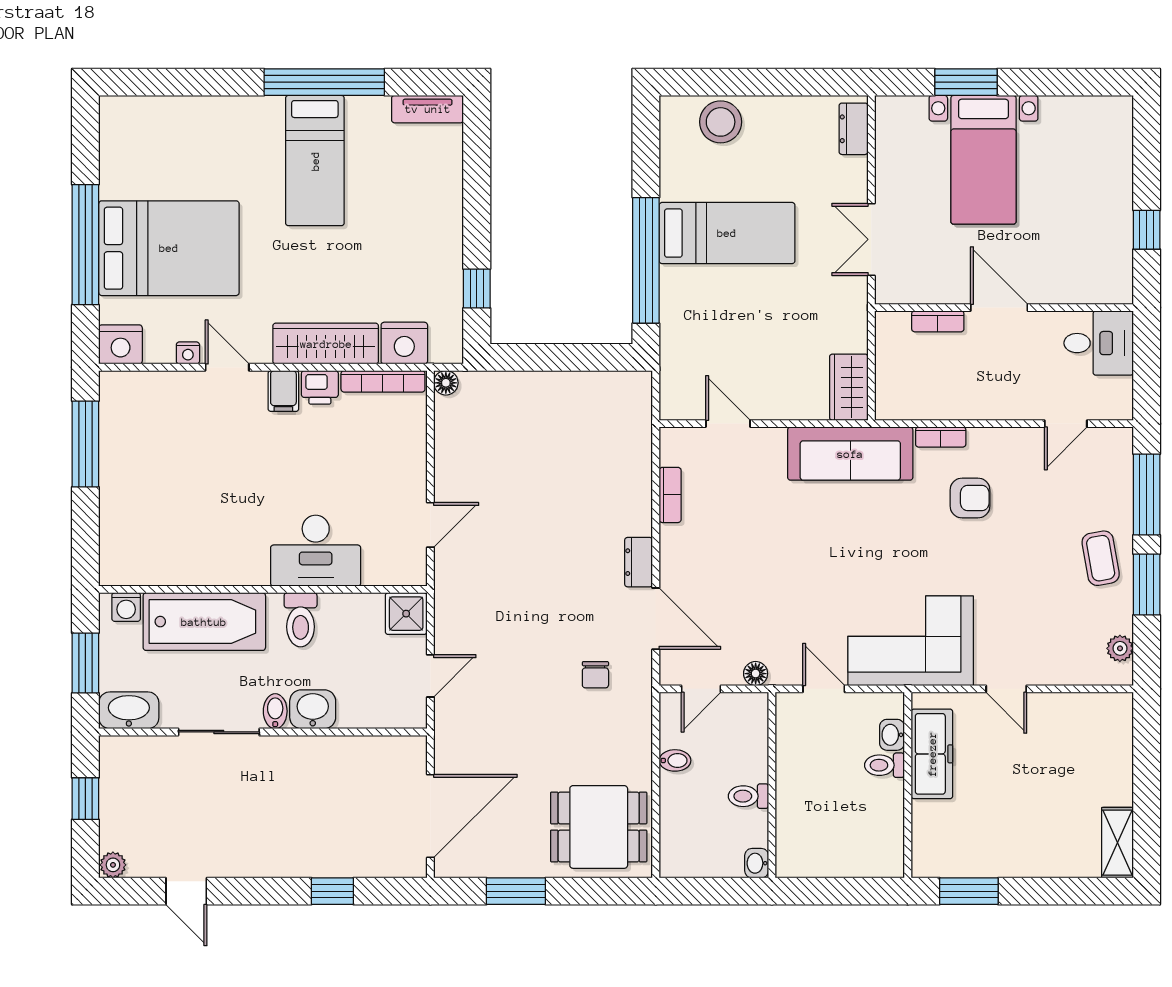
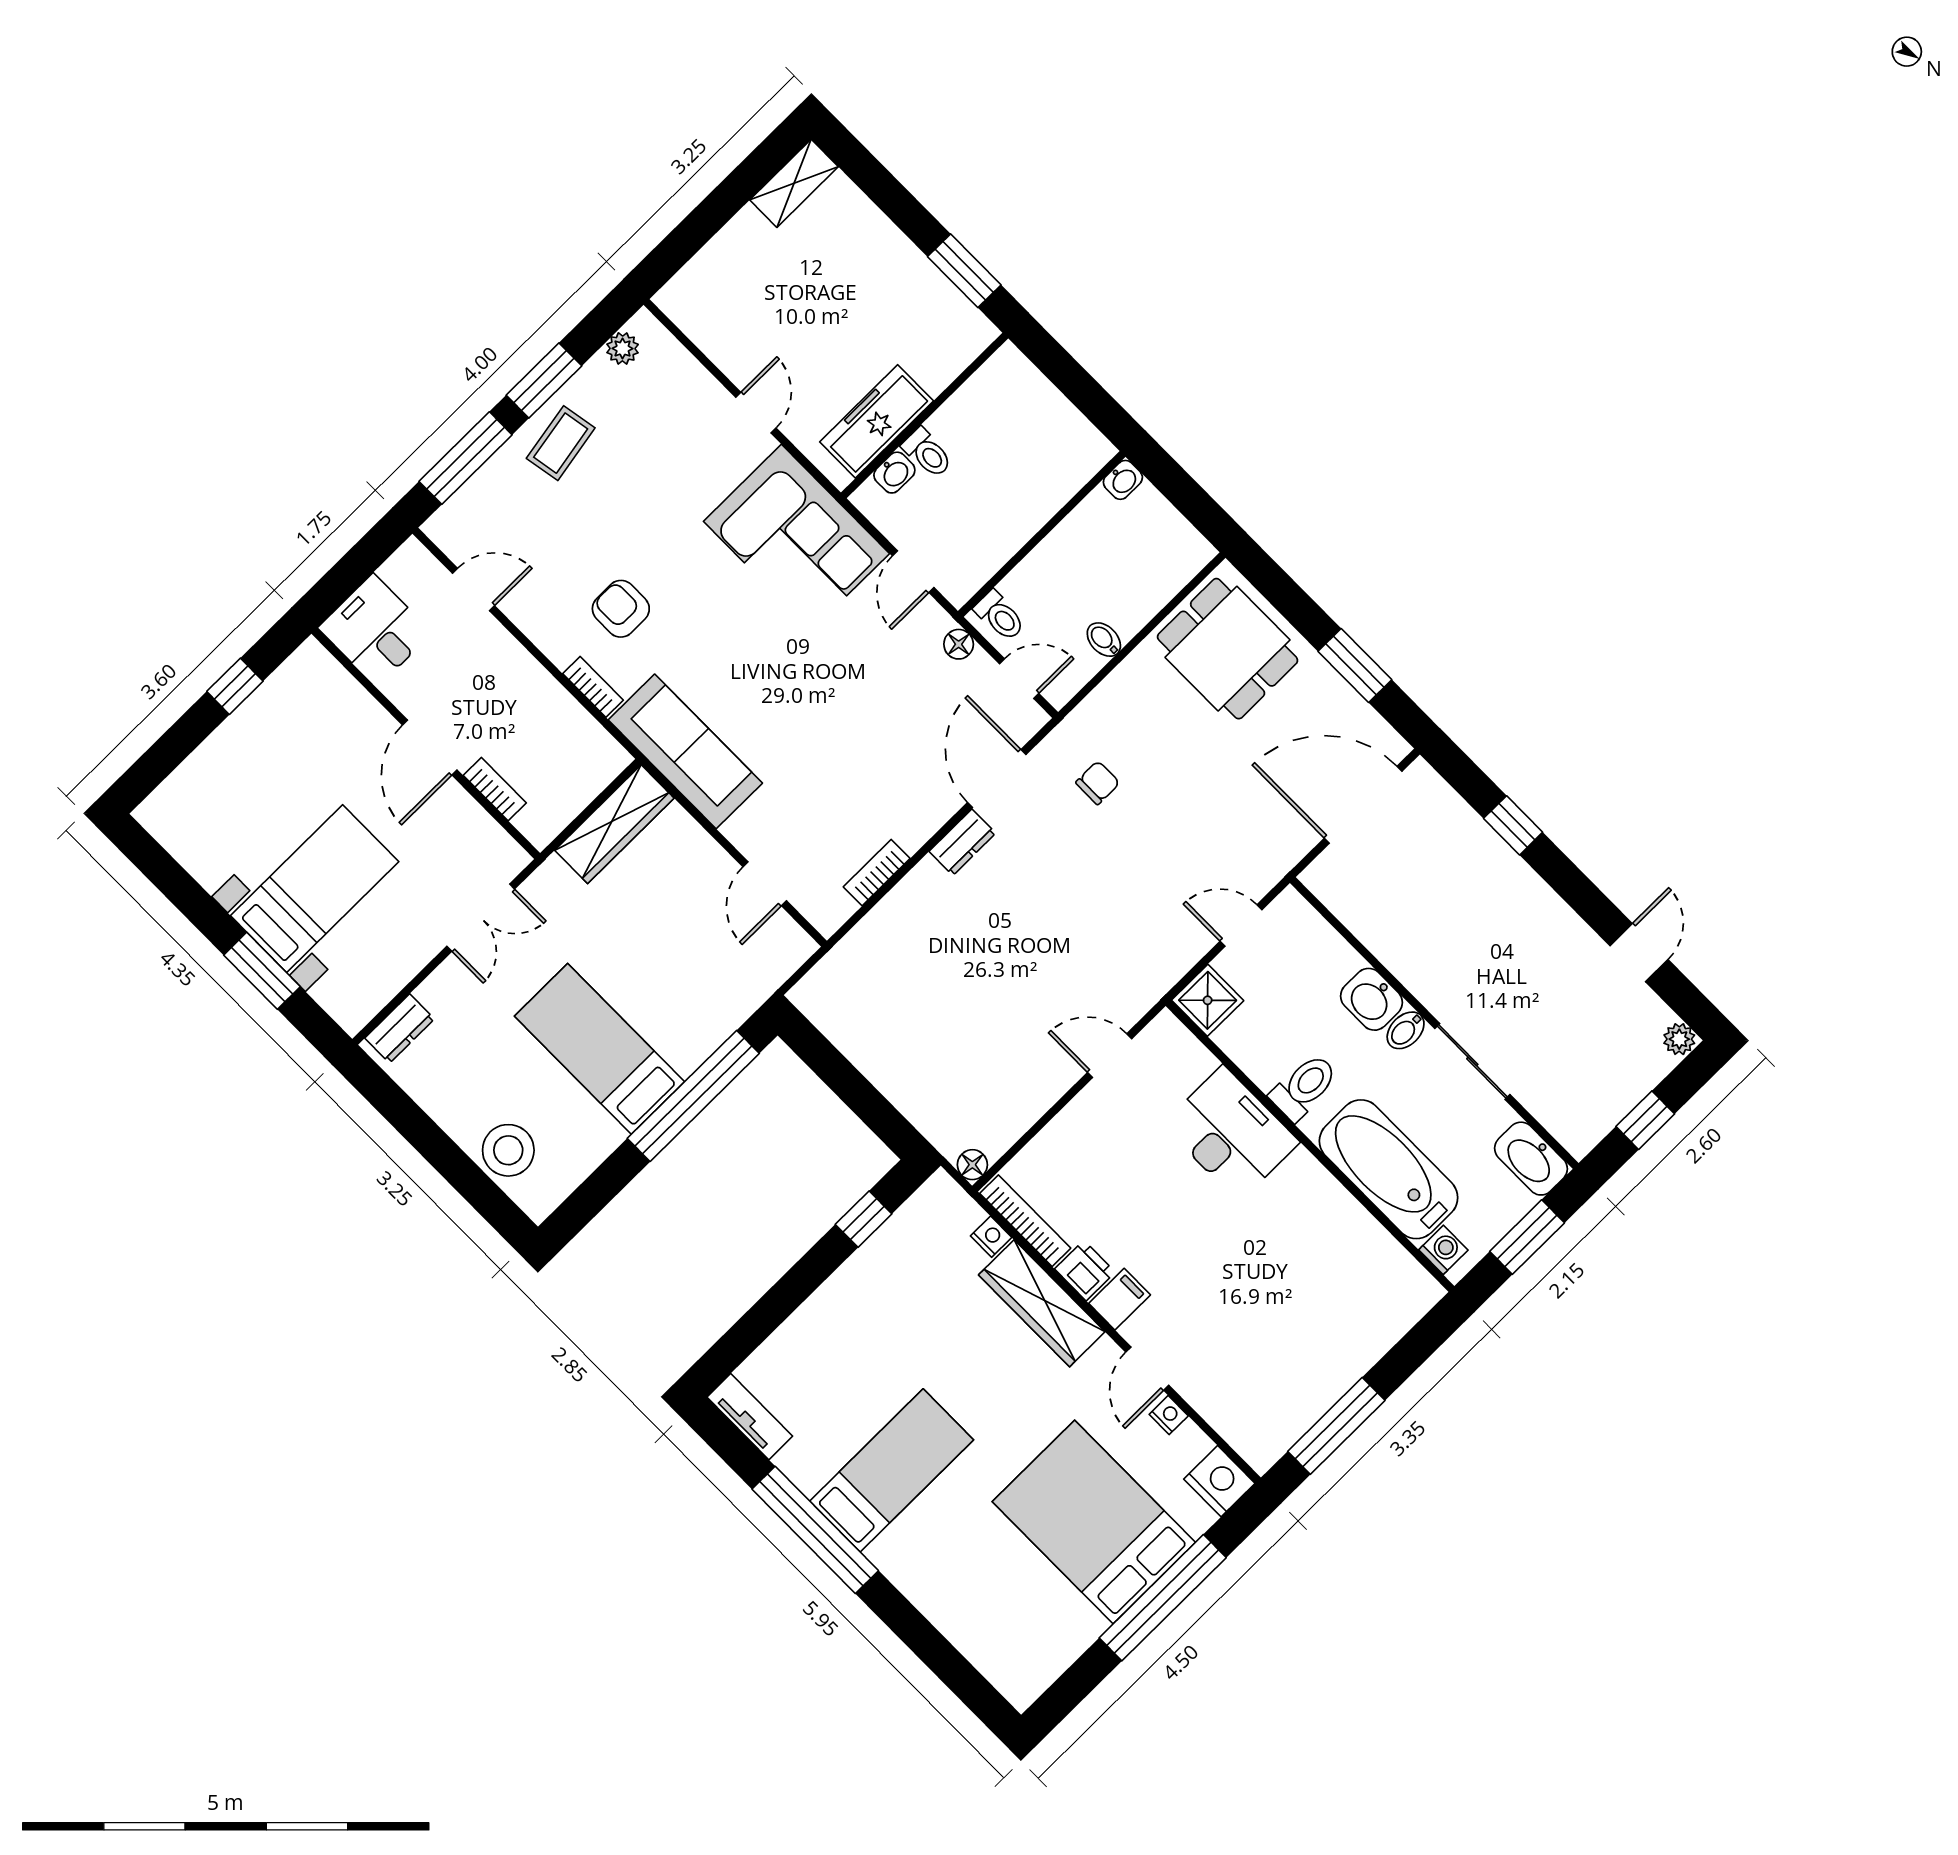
nightstand: (404, 343) -> (991, 1237), width x0.53, depth x0.56
wardrobe: (849, 387) -> (614, 824), width x1.50
toilet: (748, 796) -> (1000, 616), moved

